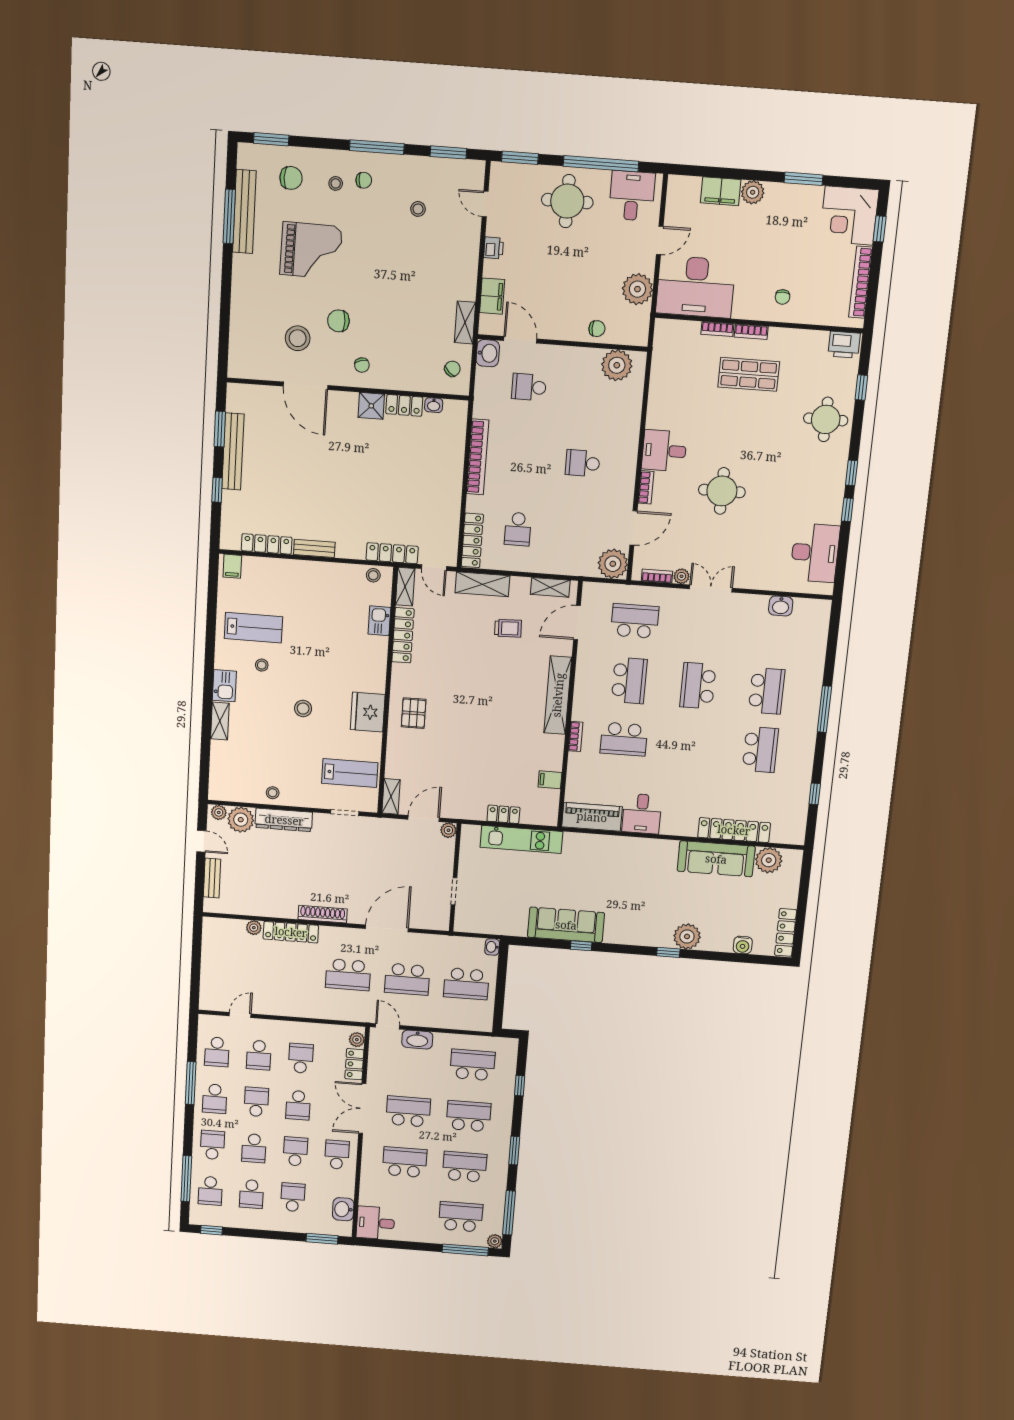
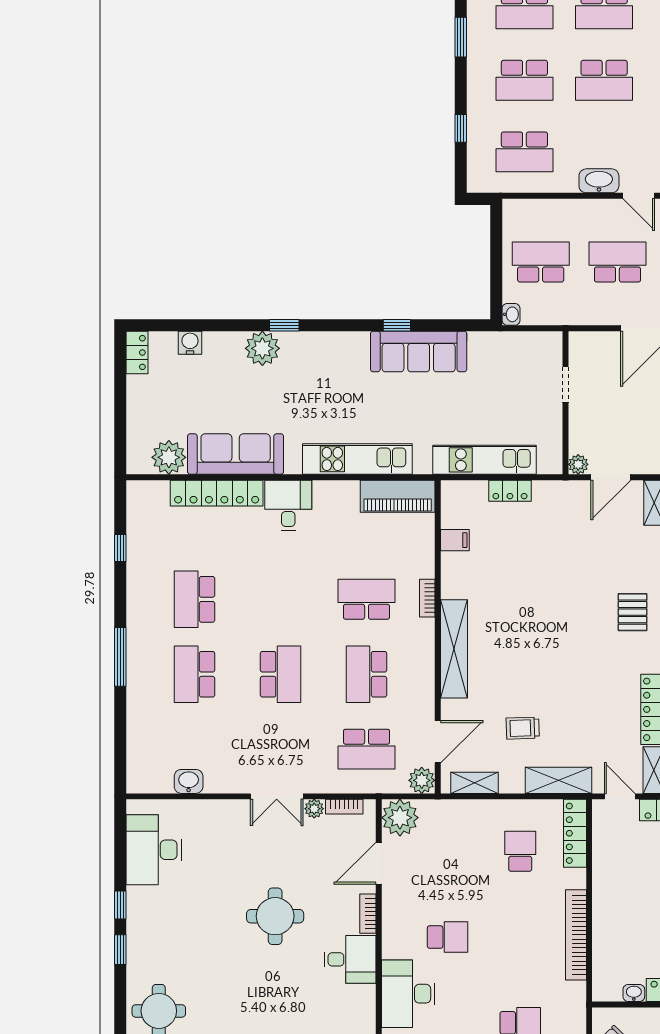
desk: (619, 418) -> (408, 994), added
plant: (593, 593) -> (422, 780), added
desk: (642, 814) -> (288, 505), moved
kitchen unit: (621, 848) -> (357, 459), added
locker: (786, 932) -> (137, 353), width x0.66

